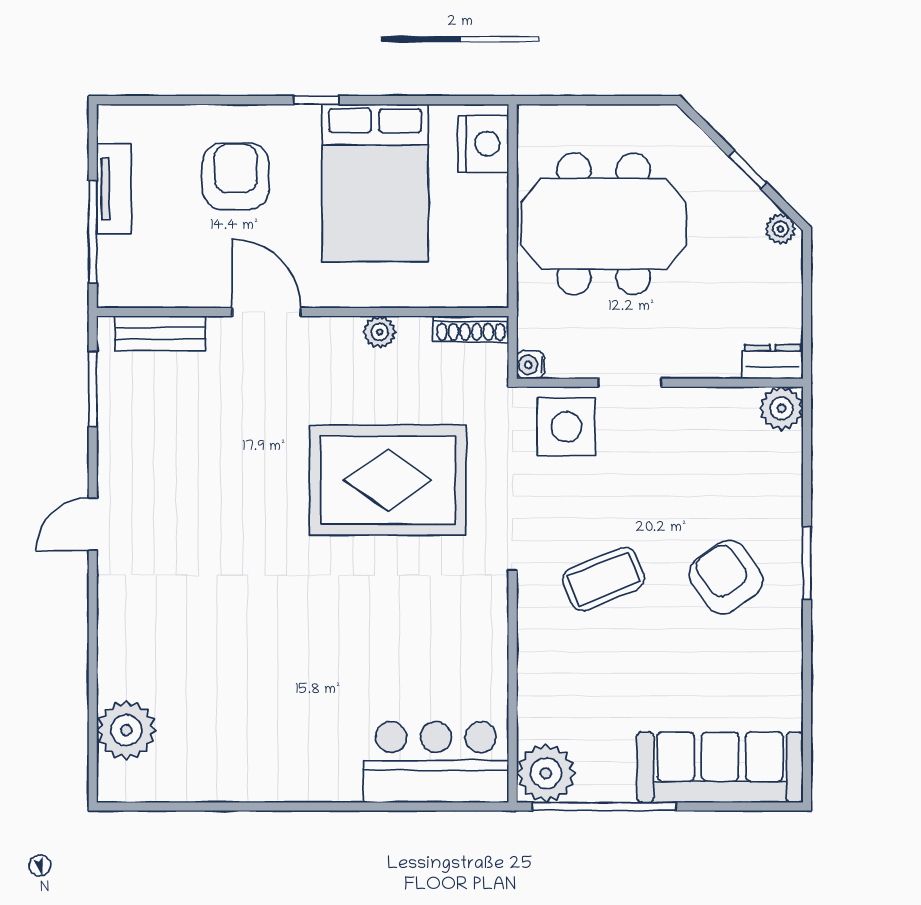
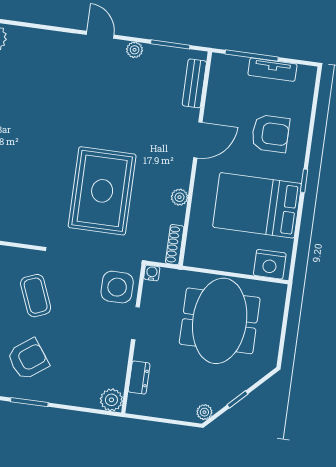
dresser: (773, 362) -> (139, 378), moved
plant: (112, 455) -> (135, 50), added

